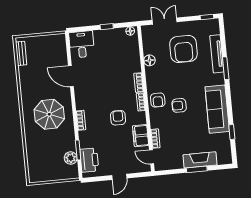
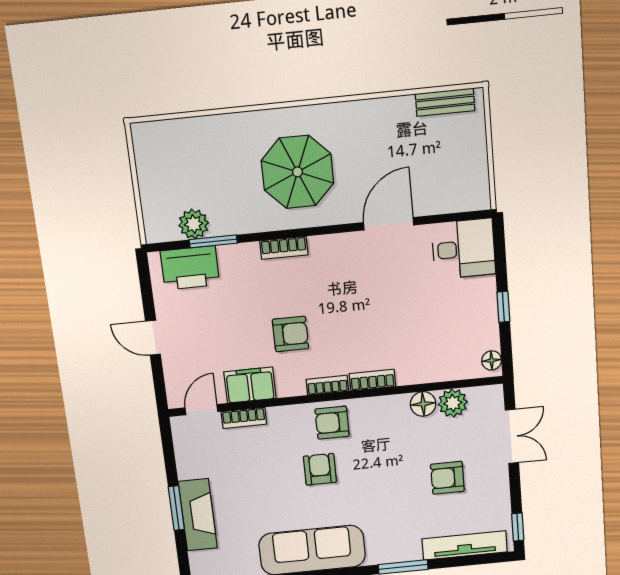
plant: (149, 47) -> (453, 403), added
armchair: (183, 49) -> (447, 478), width x0.53, depth x0.53
tv unit: (217, 54) -> (465, 545), moved

